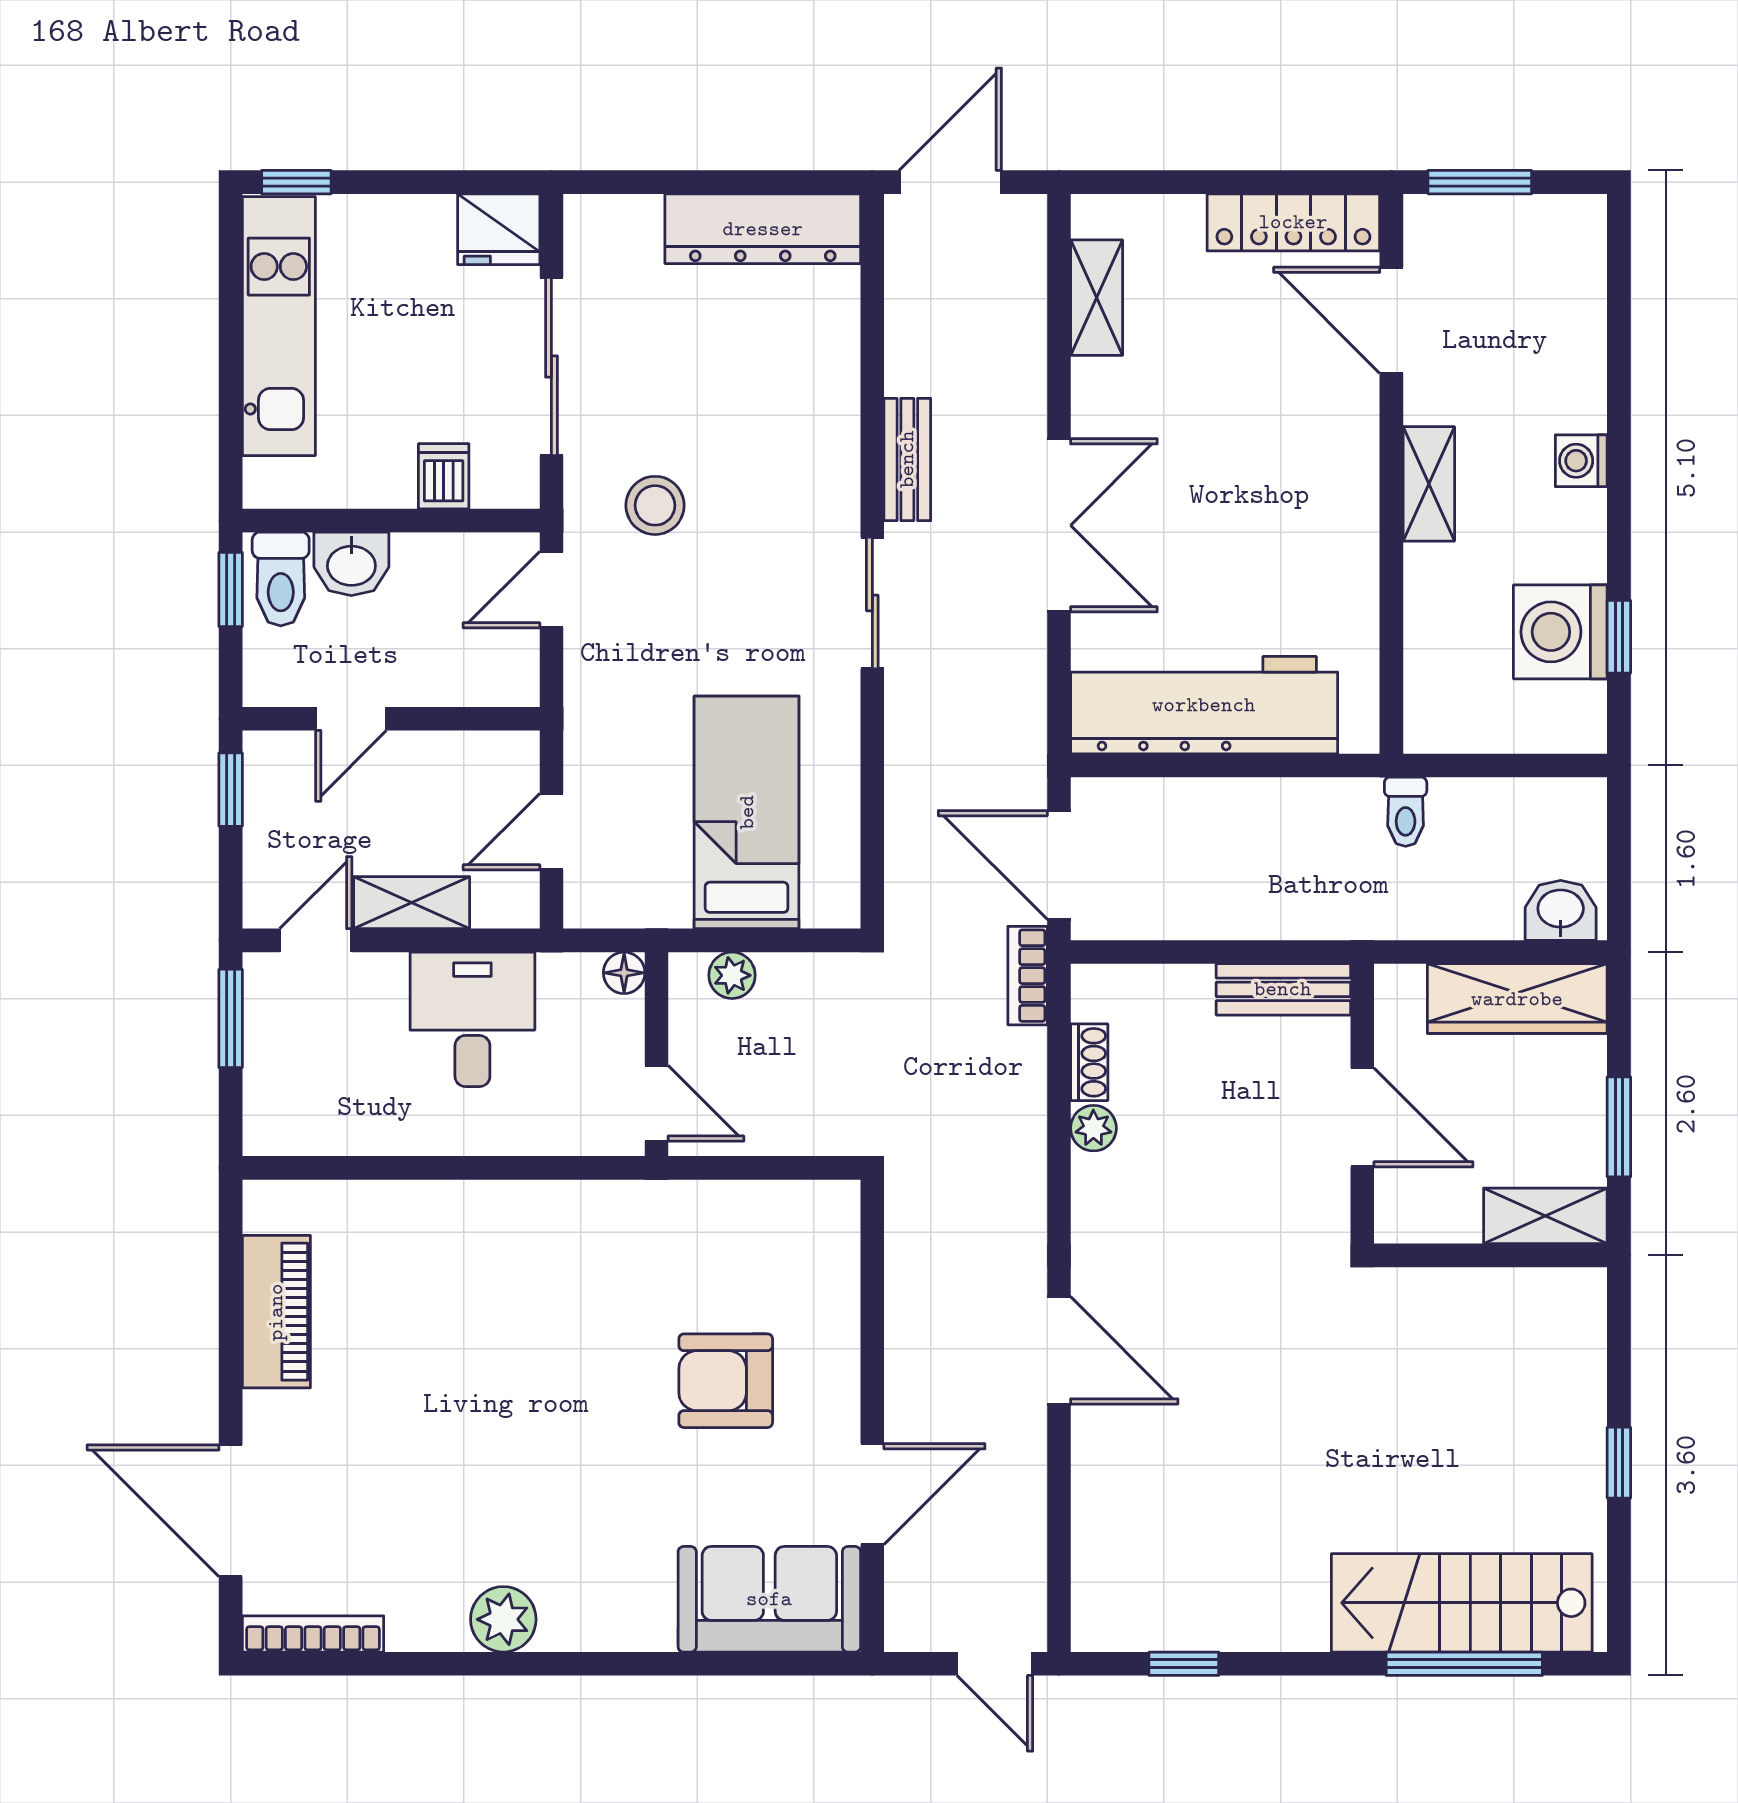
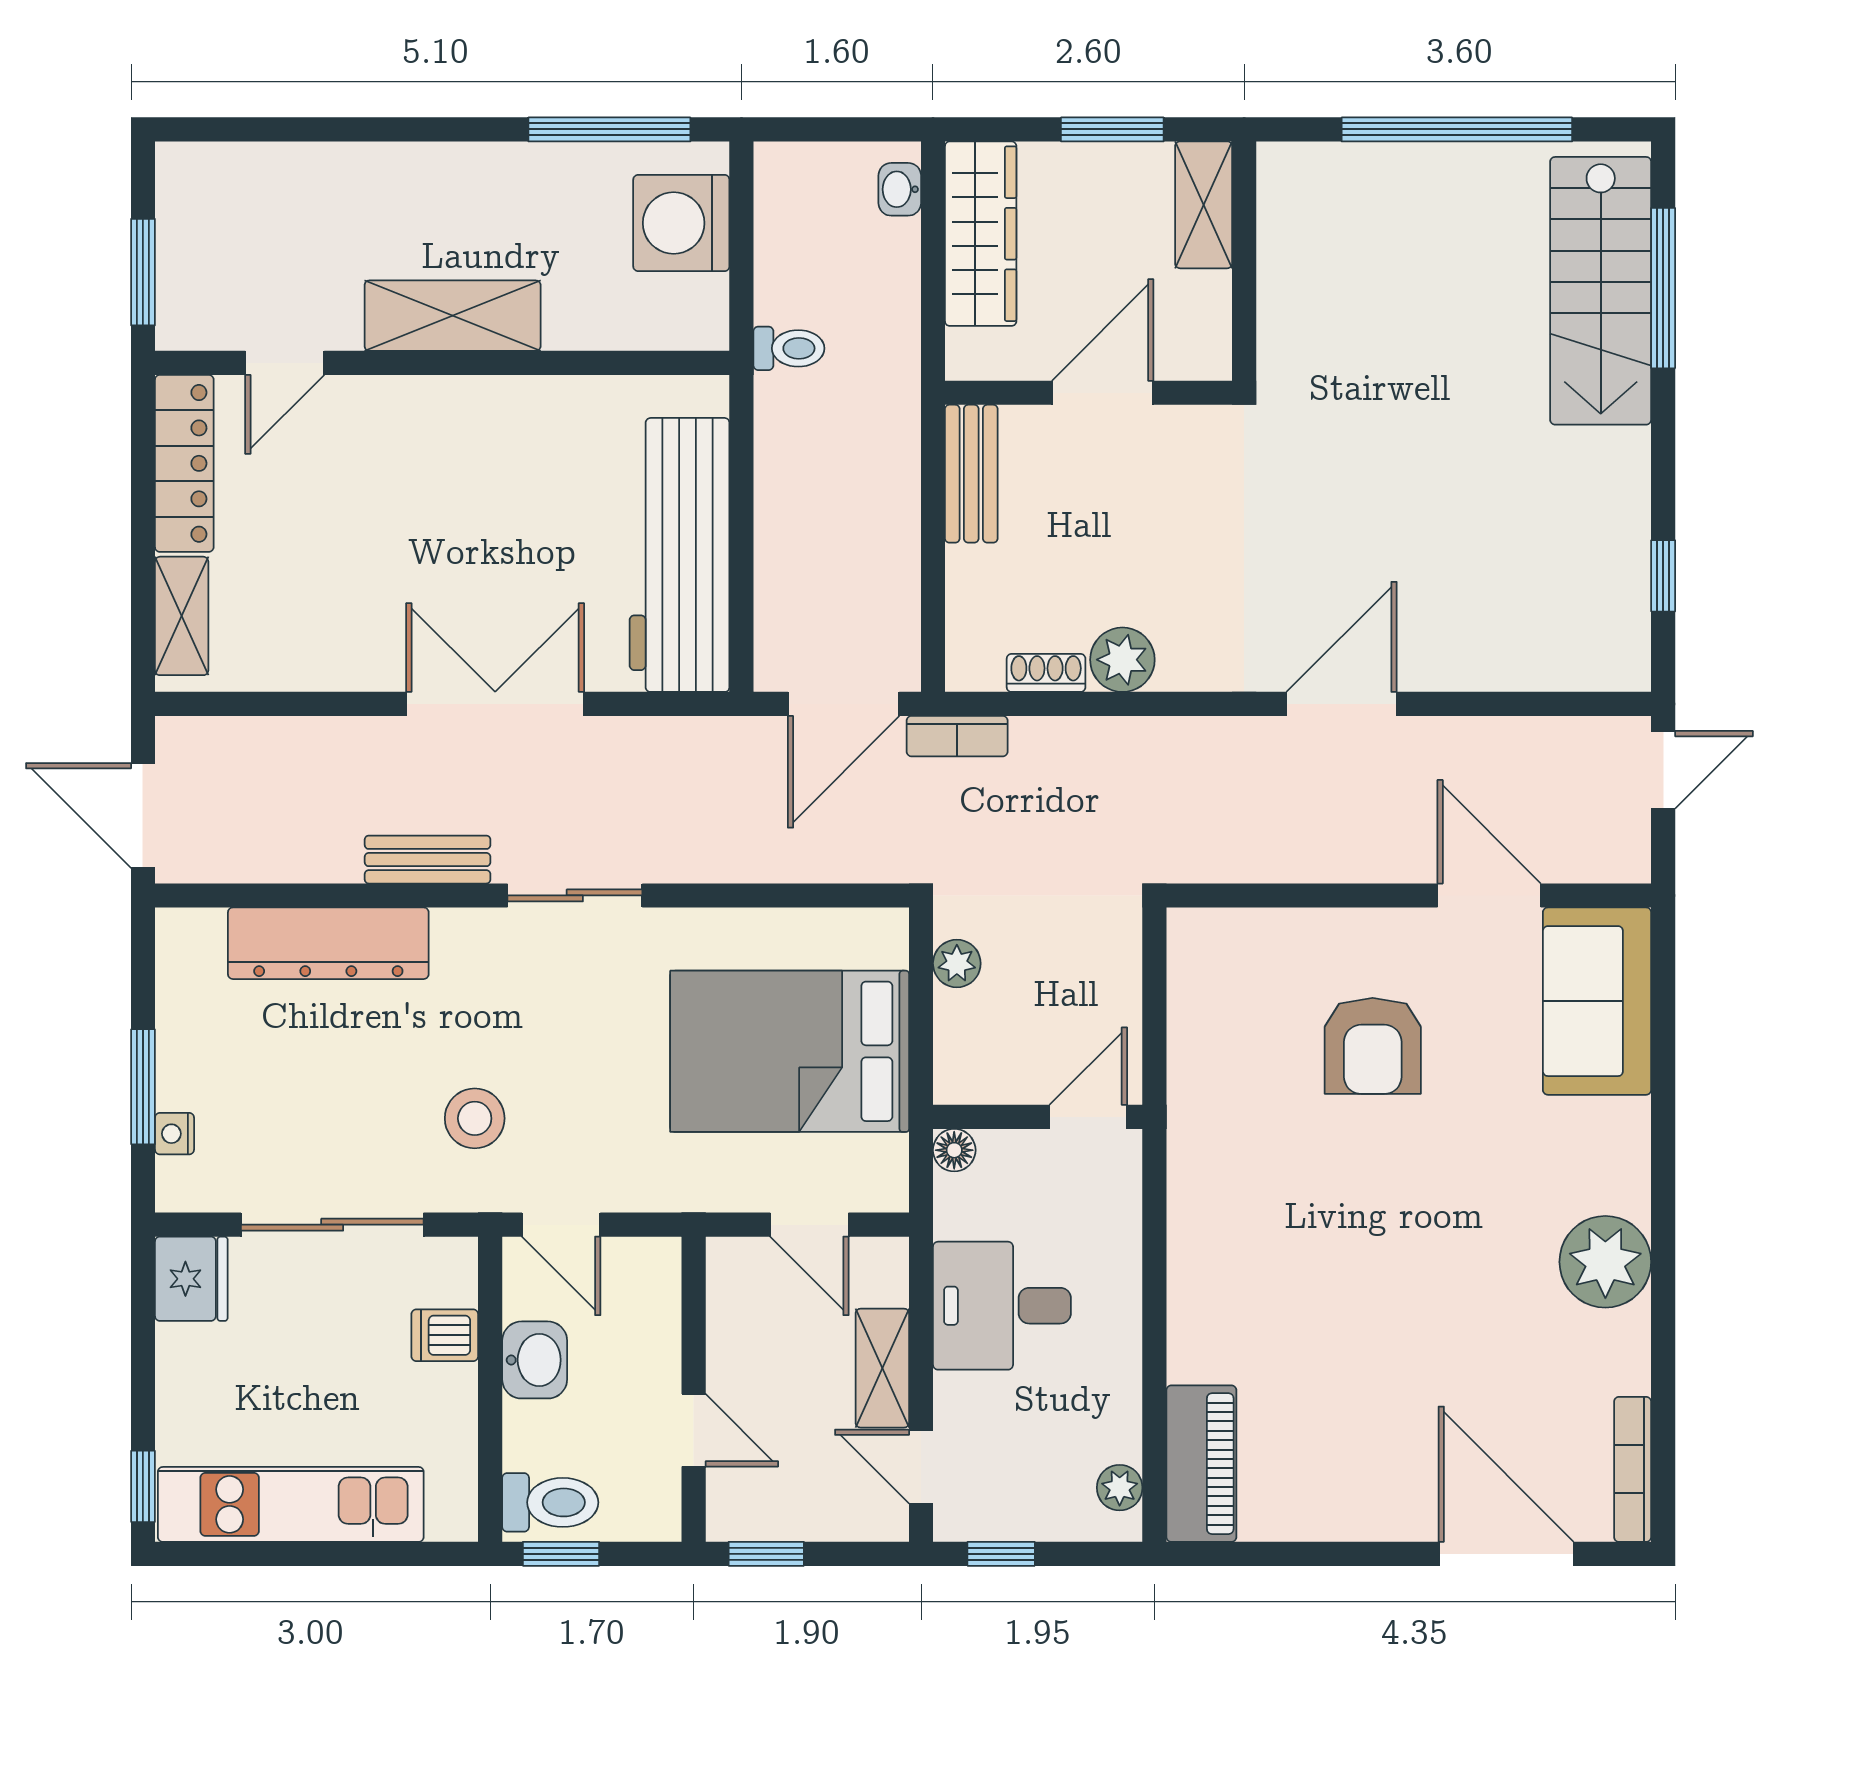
window: (686, 182) -> (143, 1087), added
nightstand: (640, 213) -> (175, 1134), added
dresser: (763, 229) -> (328, 943), moved, turned 90
shelving: (1097, 298) -> (182, 616), moved, turned 90
door: (1391, 320) -> (285, 363), width x0.73
washing machine: (1581, 461) -> (429, 168), removed
shelving: (1429, 484) -> (453, 316), width x1.50, depth x1.33
washbasin: (351, 564) -> (535, 1360), moved
washing machine: (1560, 632) -> (681, 223), moved, turned 90
window: (1619, 637) -> (609, 129), width x2.17
bed: (747, 812) -> (790, 1051), width x1.50
washbasin: (1561, 910) -> (900, 189), width x0.72, depth x0.69
plant: (732, 975) -> (957, 963), moved
window: (231, 1018) -> (1001, 1554), width x0.67
plant: (1093, 1128) -> (1122, 660), width x1.38, depth x1.38
plant: (295, 1134) -> (1120, 1488), added
piano: (276, 1312) -> (1201, 1464), moved, turned 90
window: (1619, 1463) -> (1457, 129), width x3.17
door: (231, 1511) -> (1506, 1554), swing flipped
plant: (503, 1619) -> (1605, 1262), width x1.36, depth x1.36

